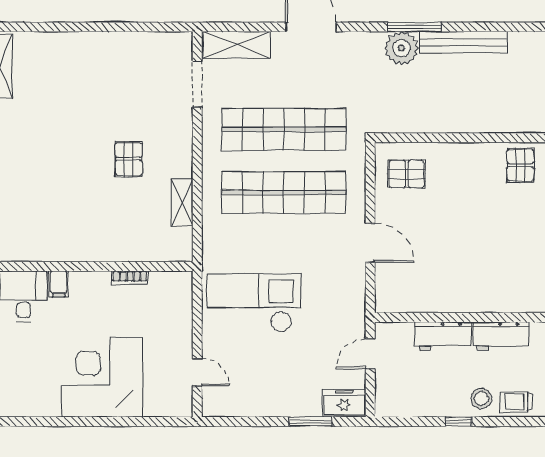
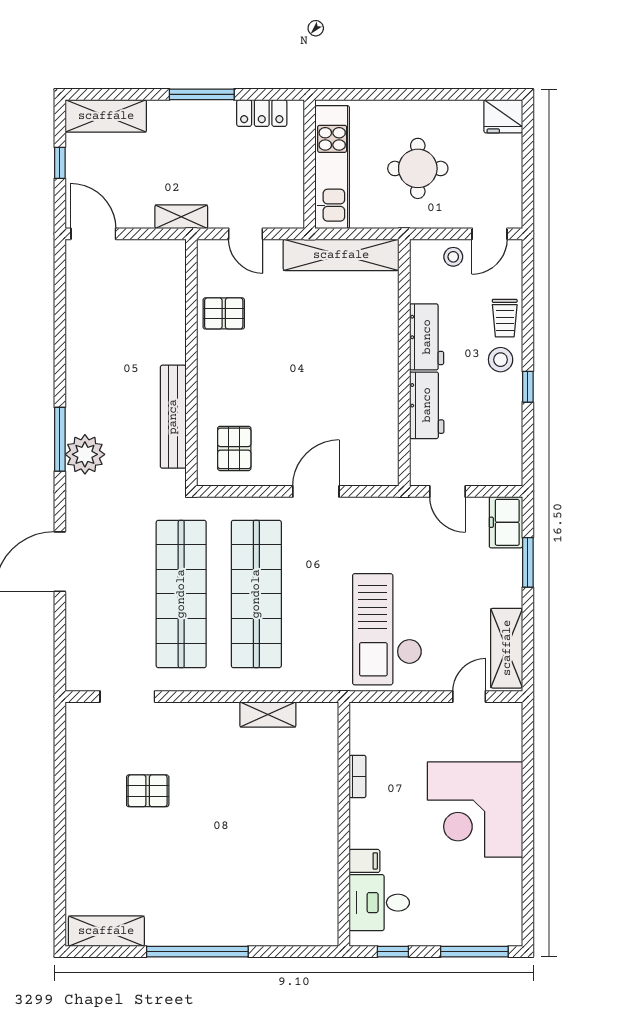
bench: (463, 42) -> (173, 417), moved
shelving: (237, 45) -> (507, 648), moved
pallet: (129, 159) -> (148, 791), moved

